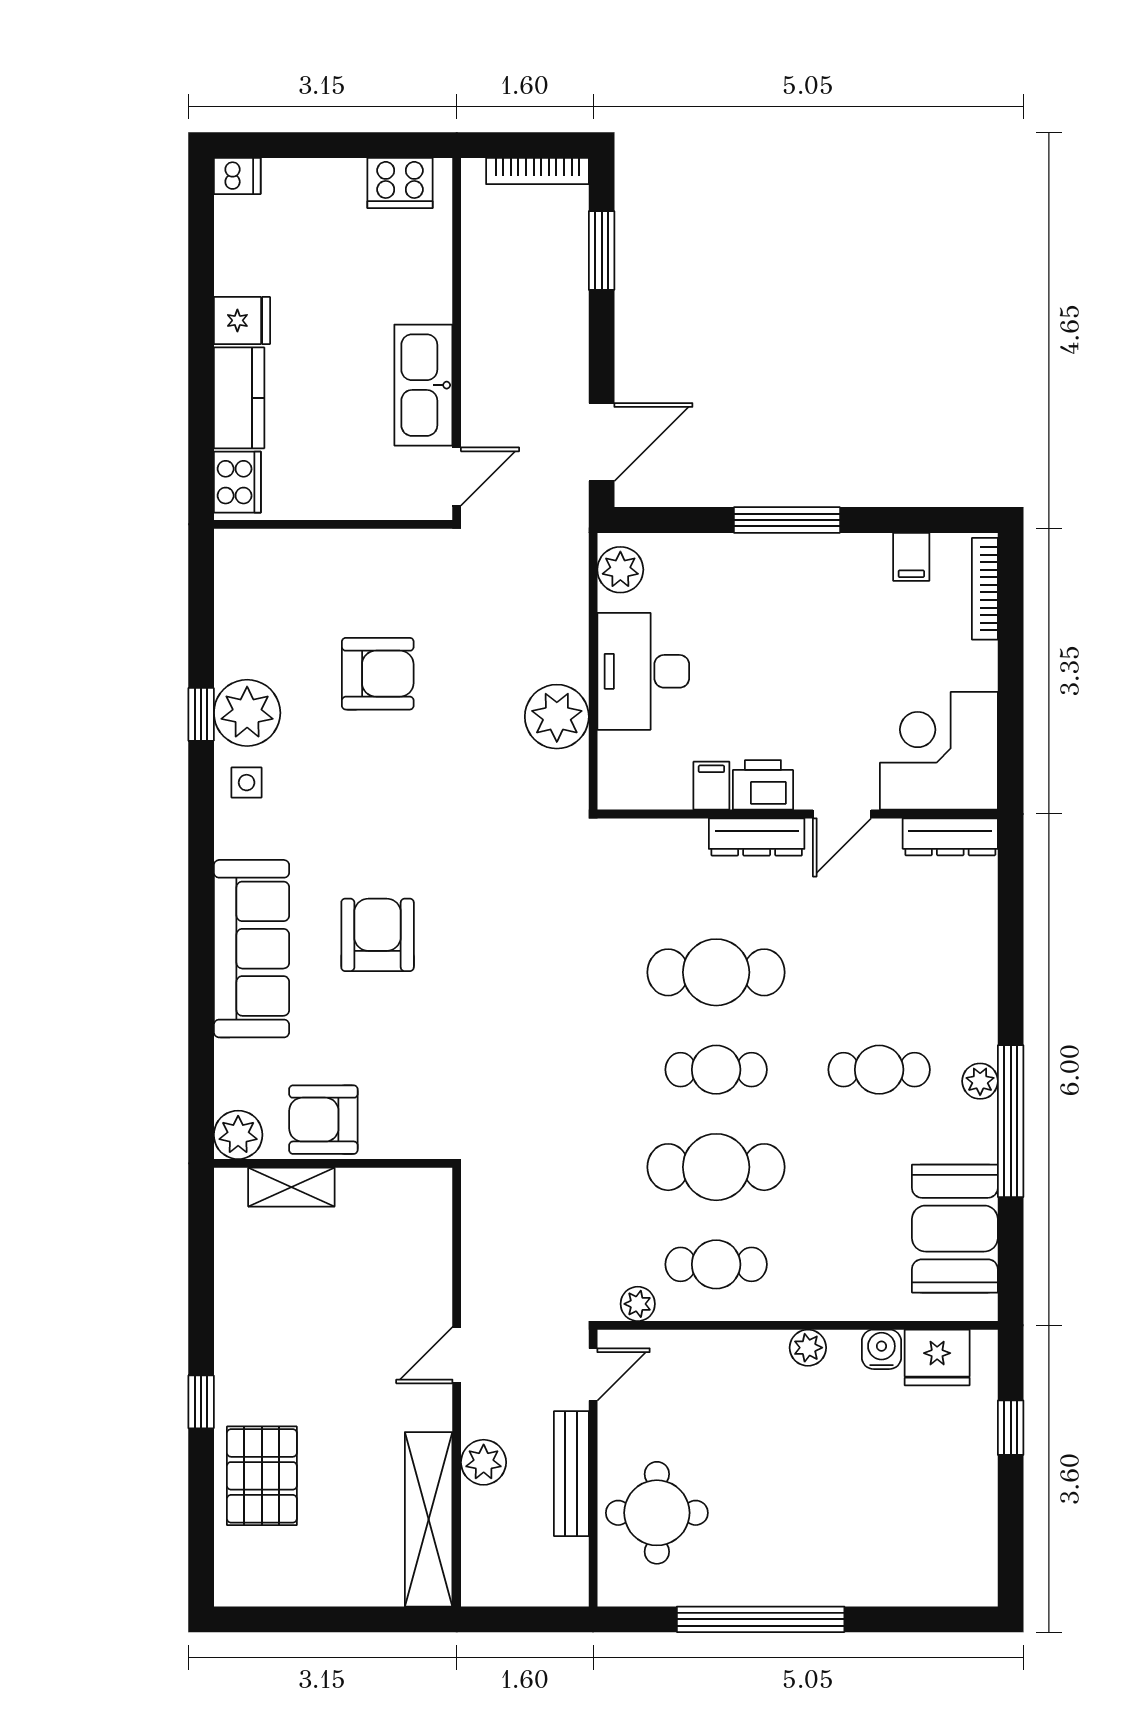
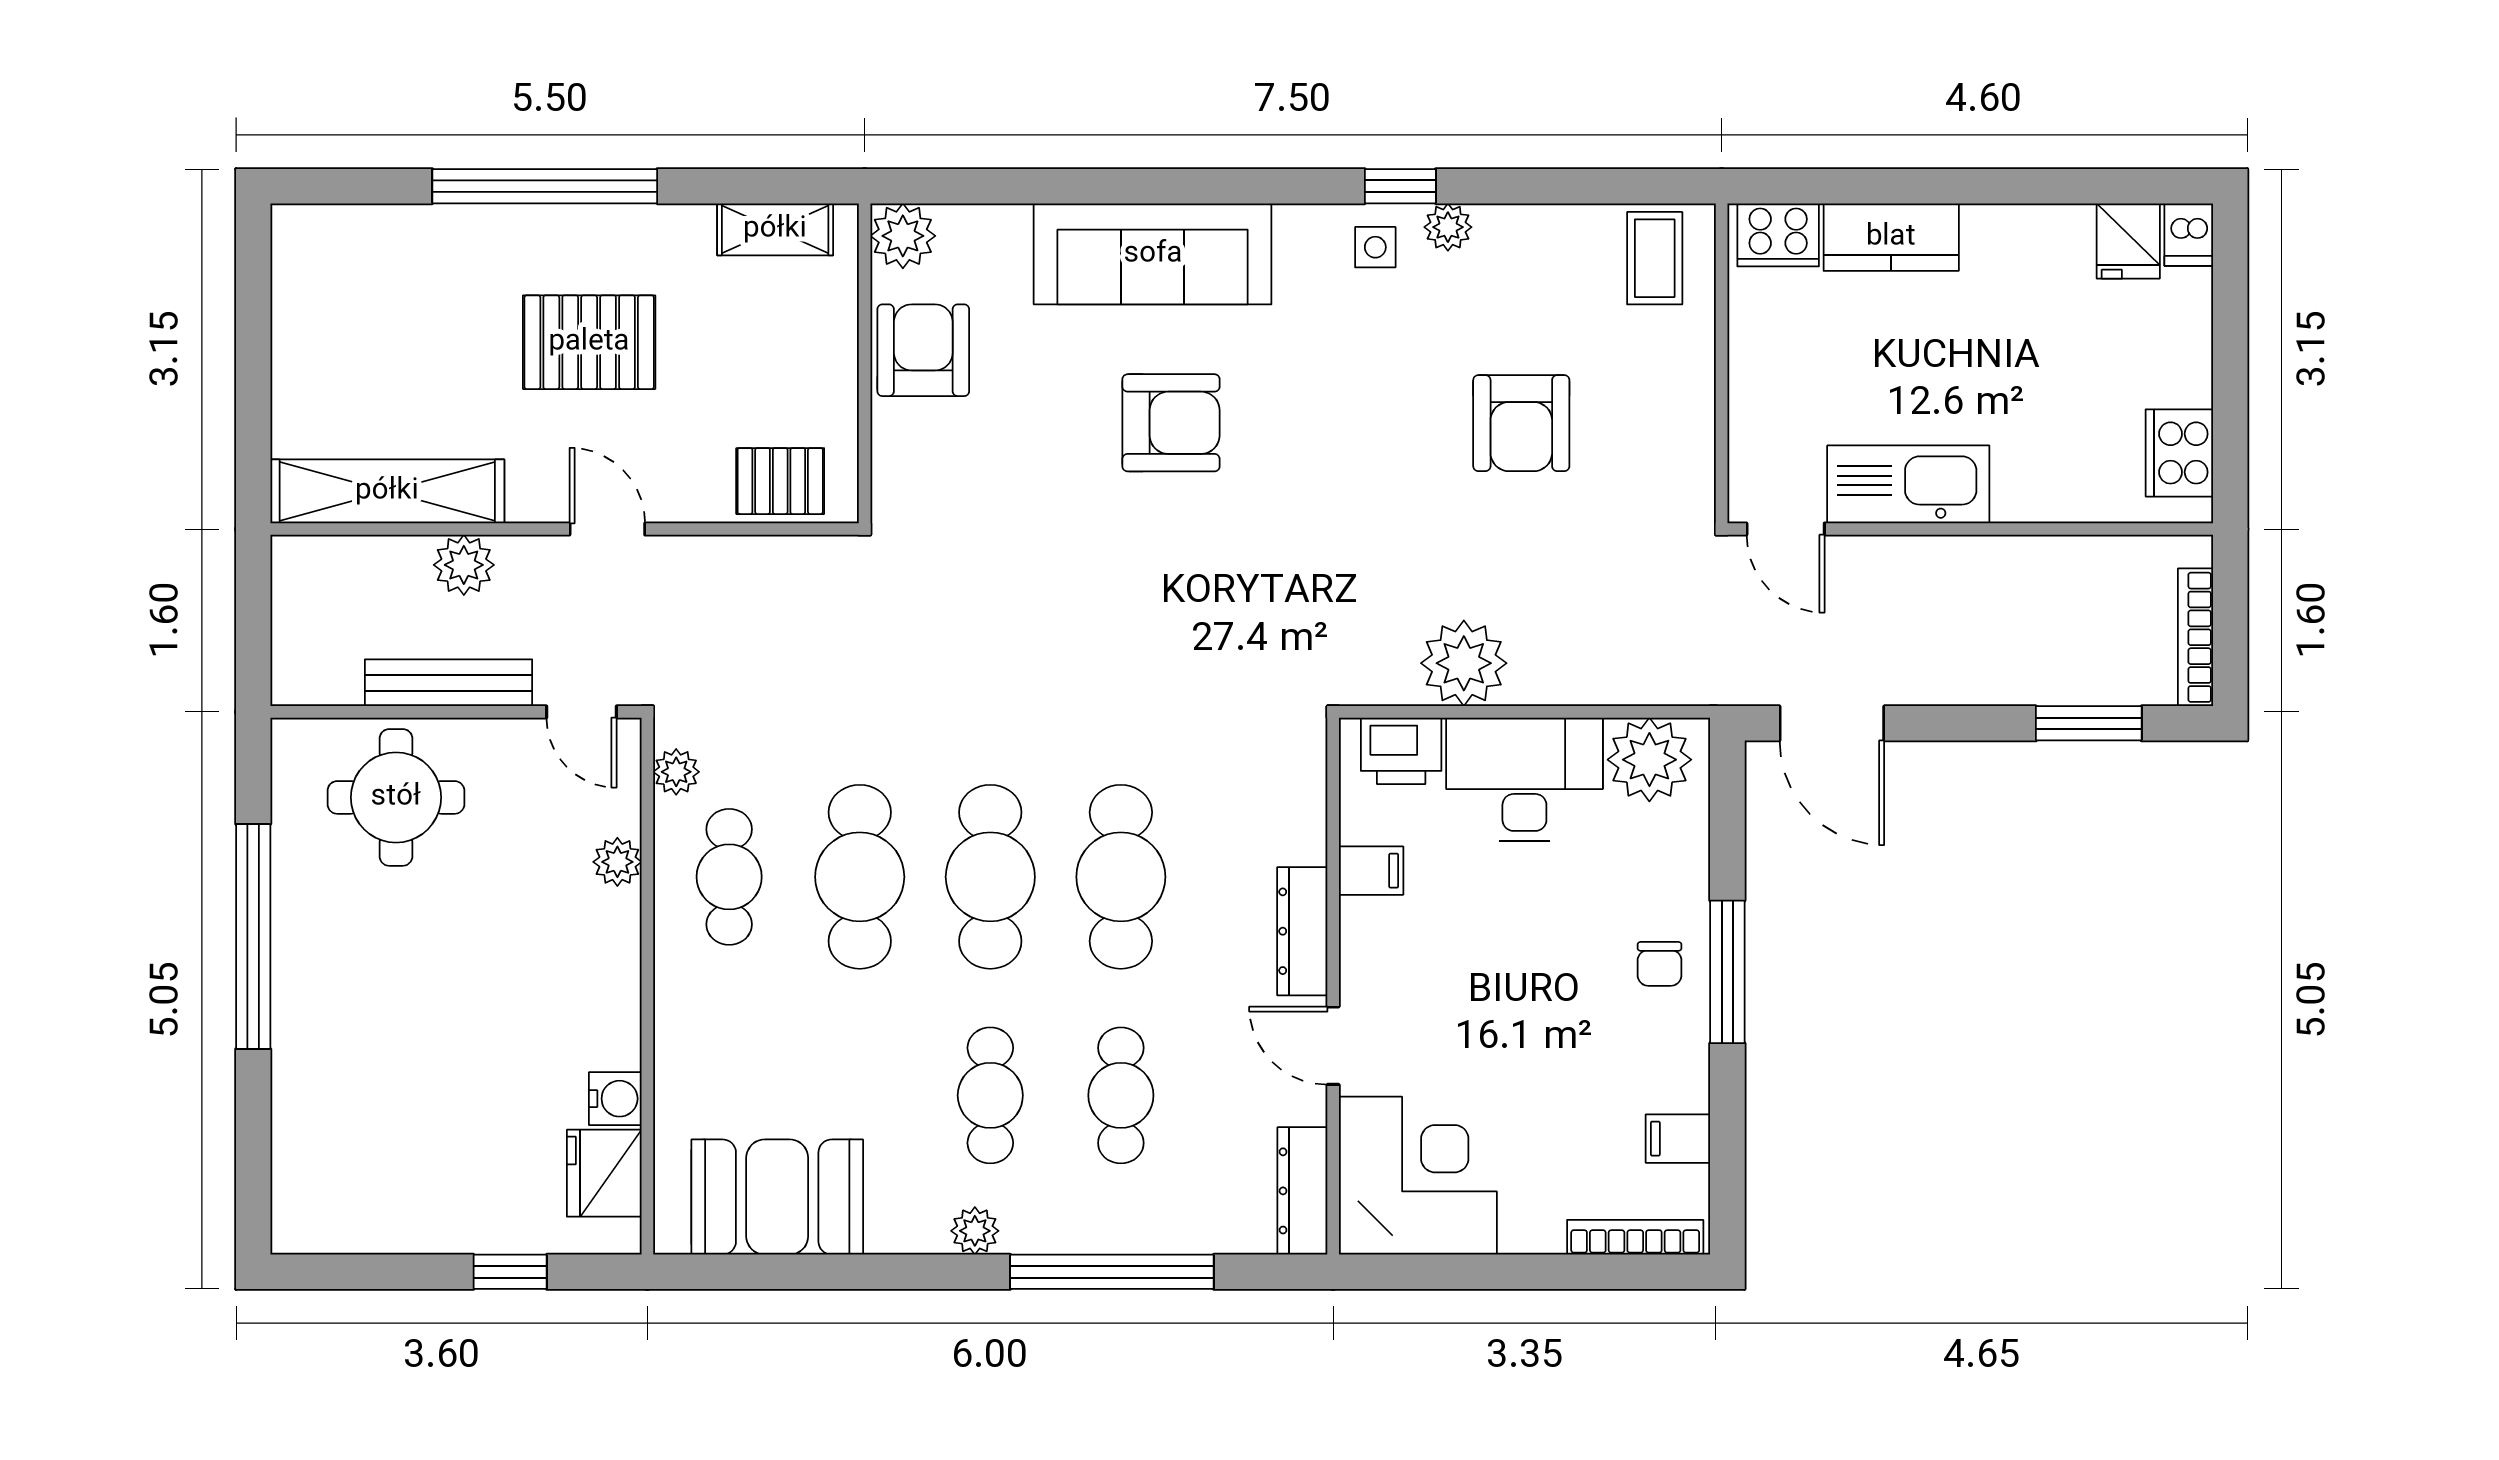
fridge: (242, 320) -> (2128, 241), moved
plant: (620, 570) -> (1649, 760), width x1.36, depth x1.36
chair: (781, 571) -> (1660, 964), added
coffee table: (255, 574) -> (1655, 258), added
plant: (247, 713) -> (1448, 227), width x0.53, depth x0.53
window: (201, 714) -> (1400, 186), moved
printer: (763, 785) -> (1401, 751), moved, turned 90
cafe table: (879, 972) -> (1121, 1095), added
cafe table: (716, 1070) -> (990, 877), width x1.37, depth x1.35
window: (1011, 1121) -> (1112, 1272), moved
shelving: (291, 1187) -> (775, 229), moved, turned 90
pallet: (421, 1226) -> (780, 481), added
plant: (808, 1348) -> (617, 862), moved
window: (201, 1402) -> (545, 186), width x3.17
pallet: (262, 1476) -> (589, 342), moved

